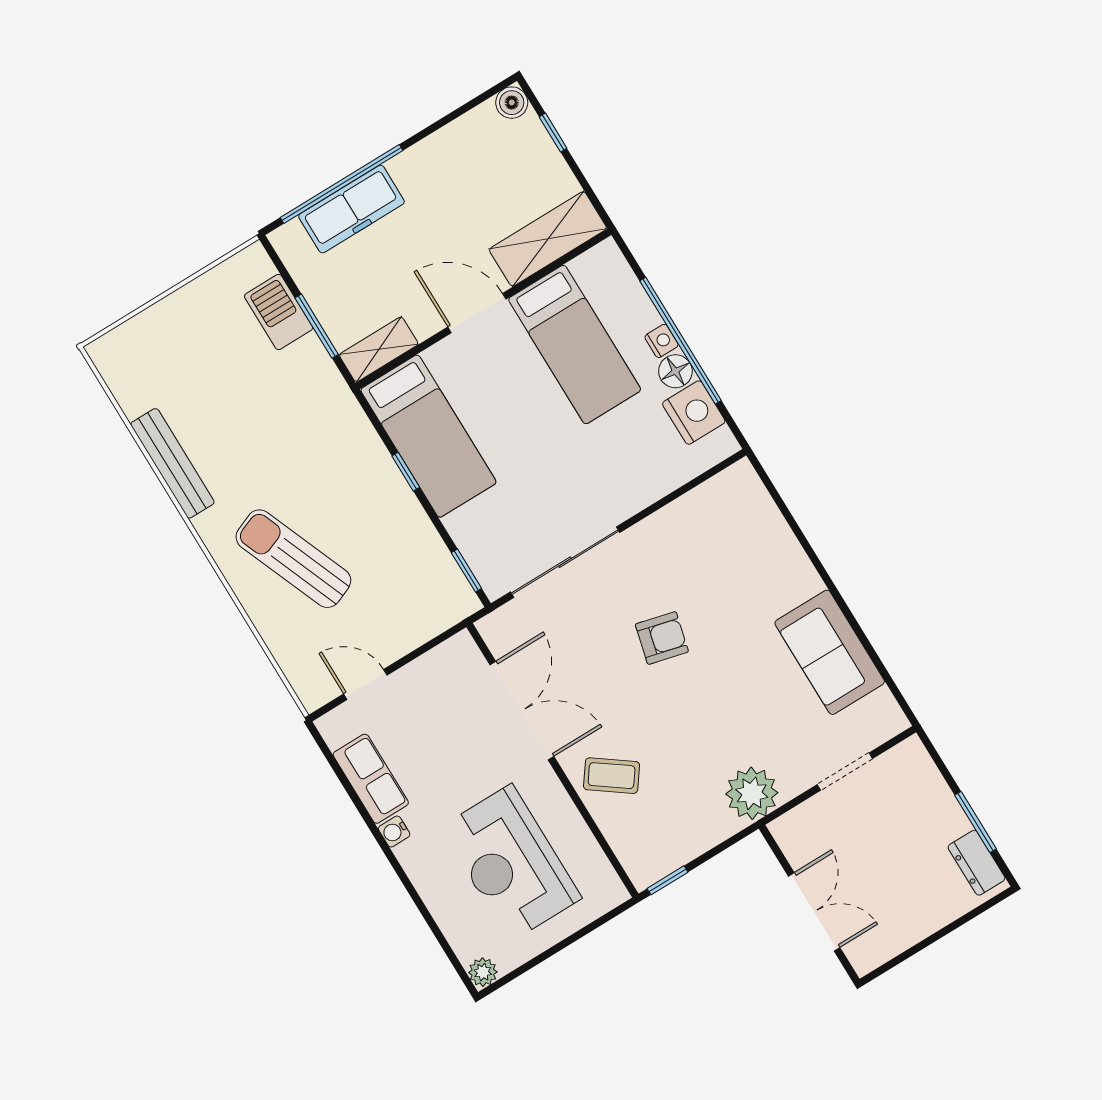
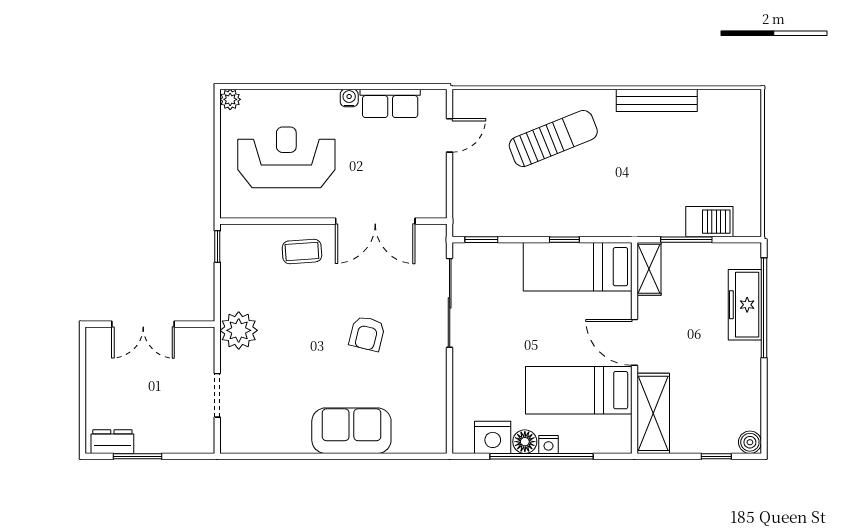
door: (477, 313) -> (634, 342), swing flipped
sofa: (830, 652) -> (351, 431), moved
coffee table: (612, 776) -> (302, 251), turned 50

